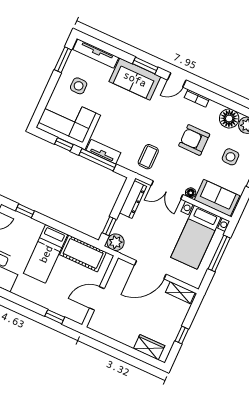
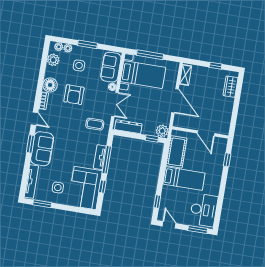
floor lamp: (229, 118) -> (50, 85), moved

